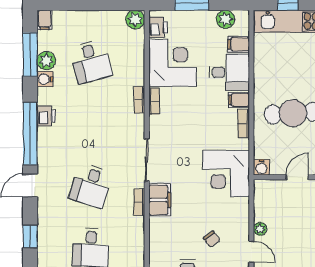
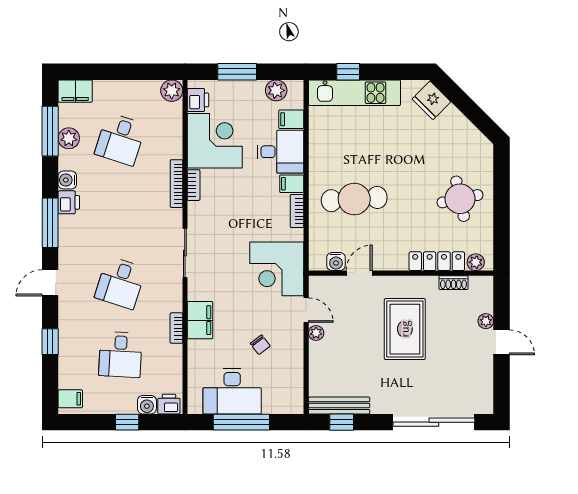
filing cabinet: (44, 20) -> (75, 91), width x2.00
desk: (91, 62) -> (120, 139), turned 33
water cooler: (45, 79) -> (67, 180), moved
bookcase: (139, 100) -> (176, 184), width x1.56
window: (30, 134) -> (50, 223), width x0.68
water cooler: (261, 167) -> (336, 262), moved
filing cabinet: (160, 200) -> (200, 320), moved
bookcase: (139, 202) -> (176, 328), moved
door: (251, 252) -> (306, 310), moved

